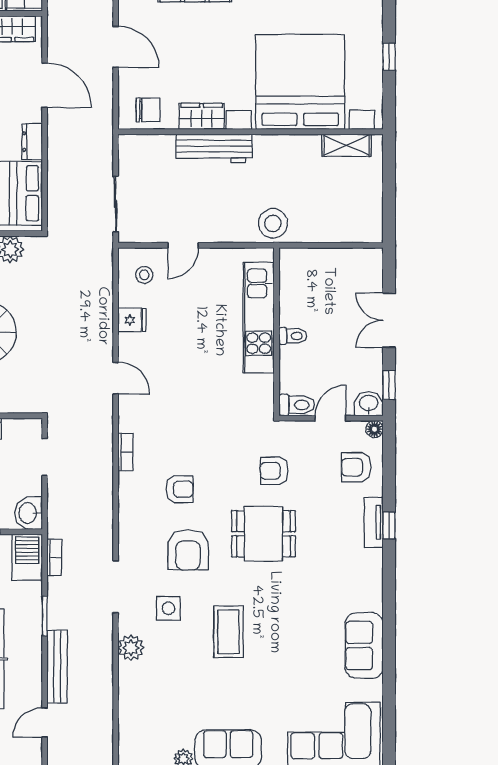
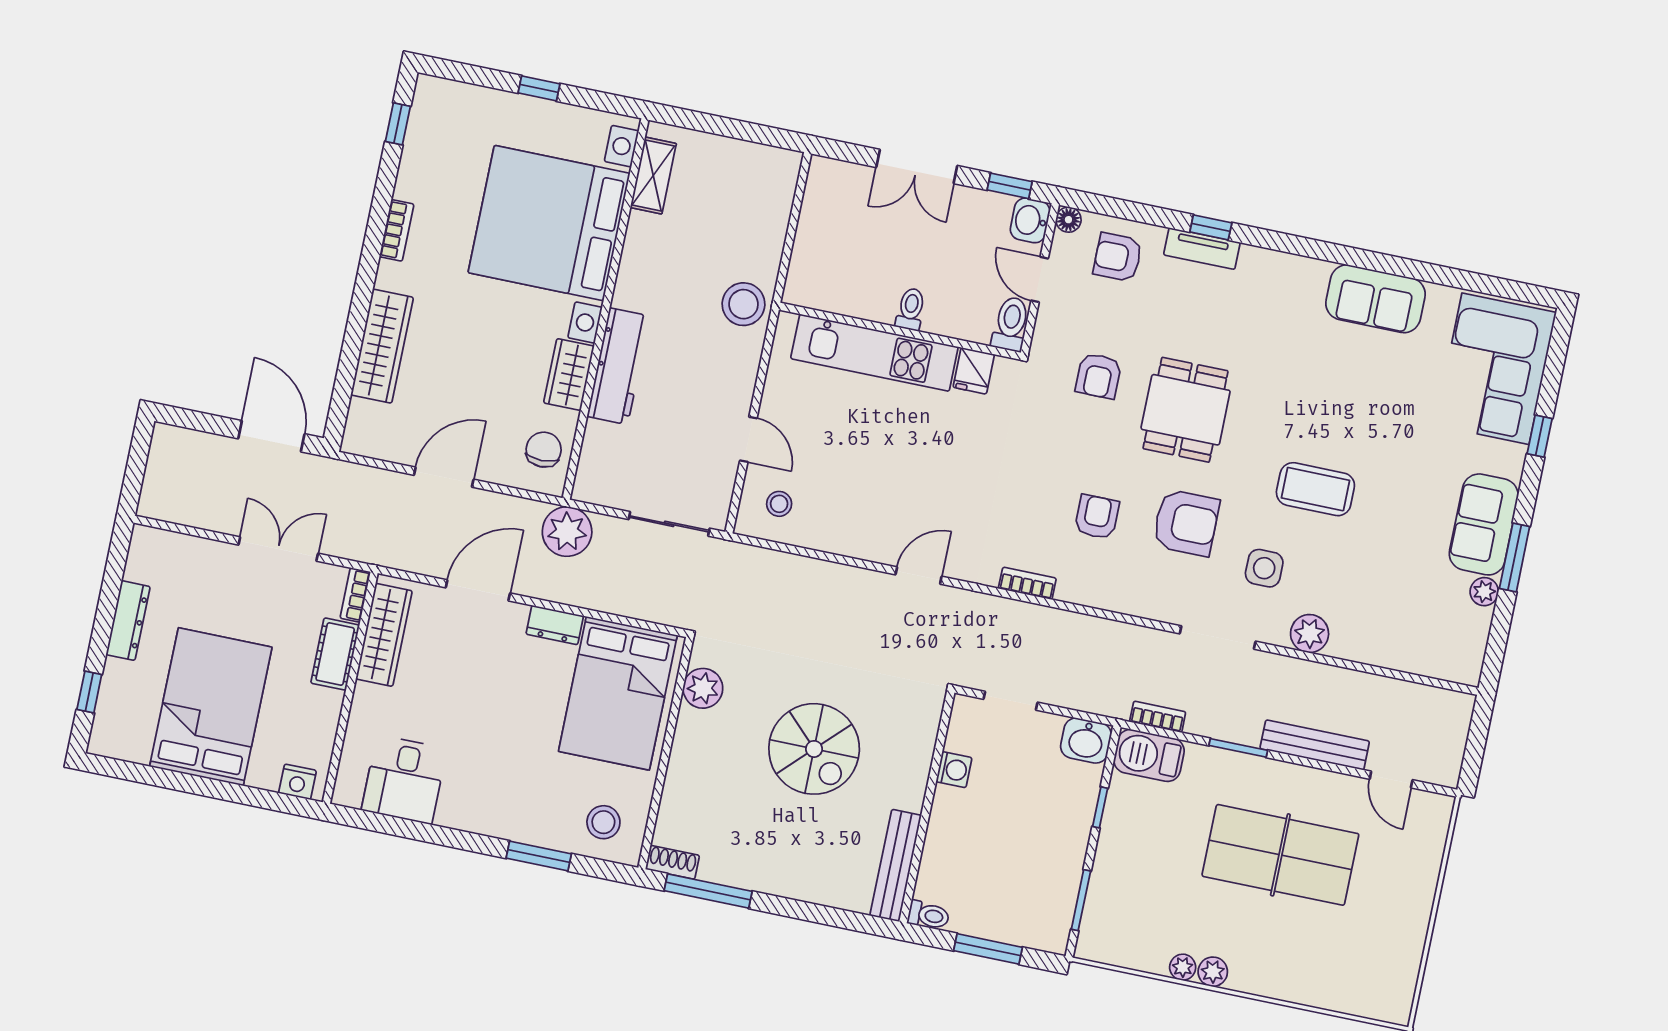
plant: (96, 137) -> (567, 532), added
fridge: (132, 320) -> (974, 371), moved, turned 180
armchair: (356, 467) -> (1118, 257), turned 90

